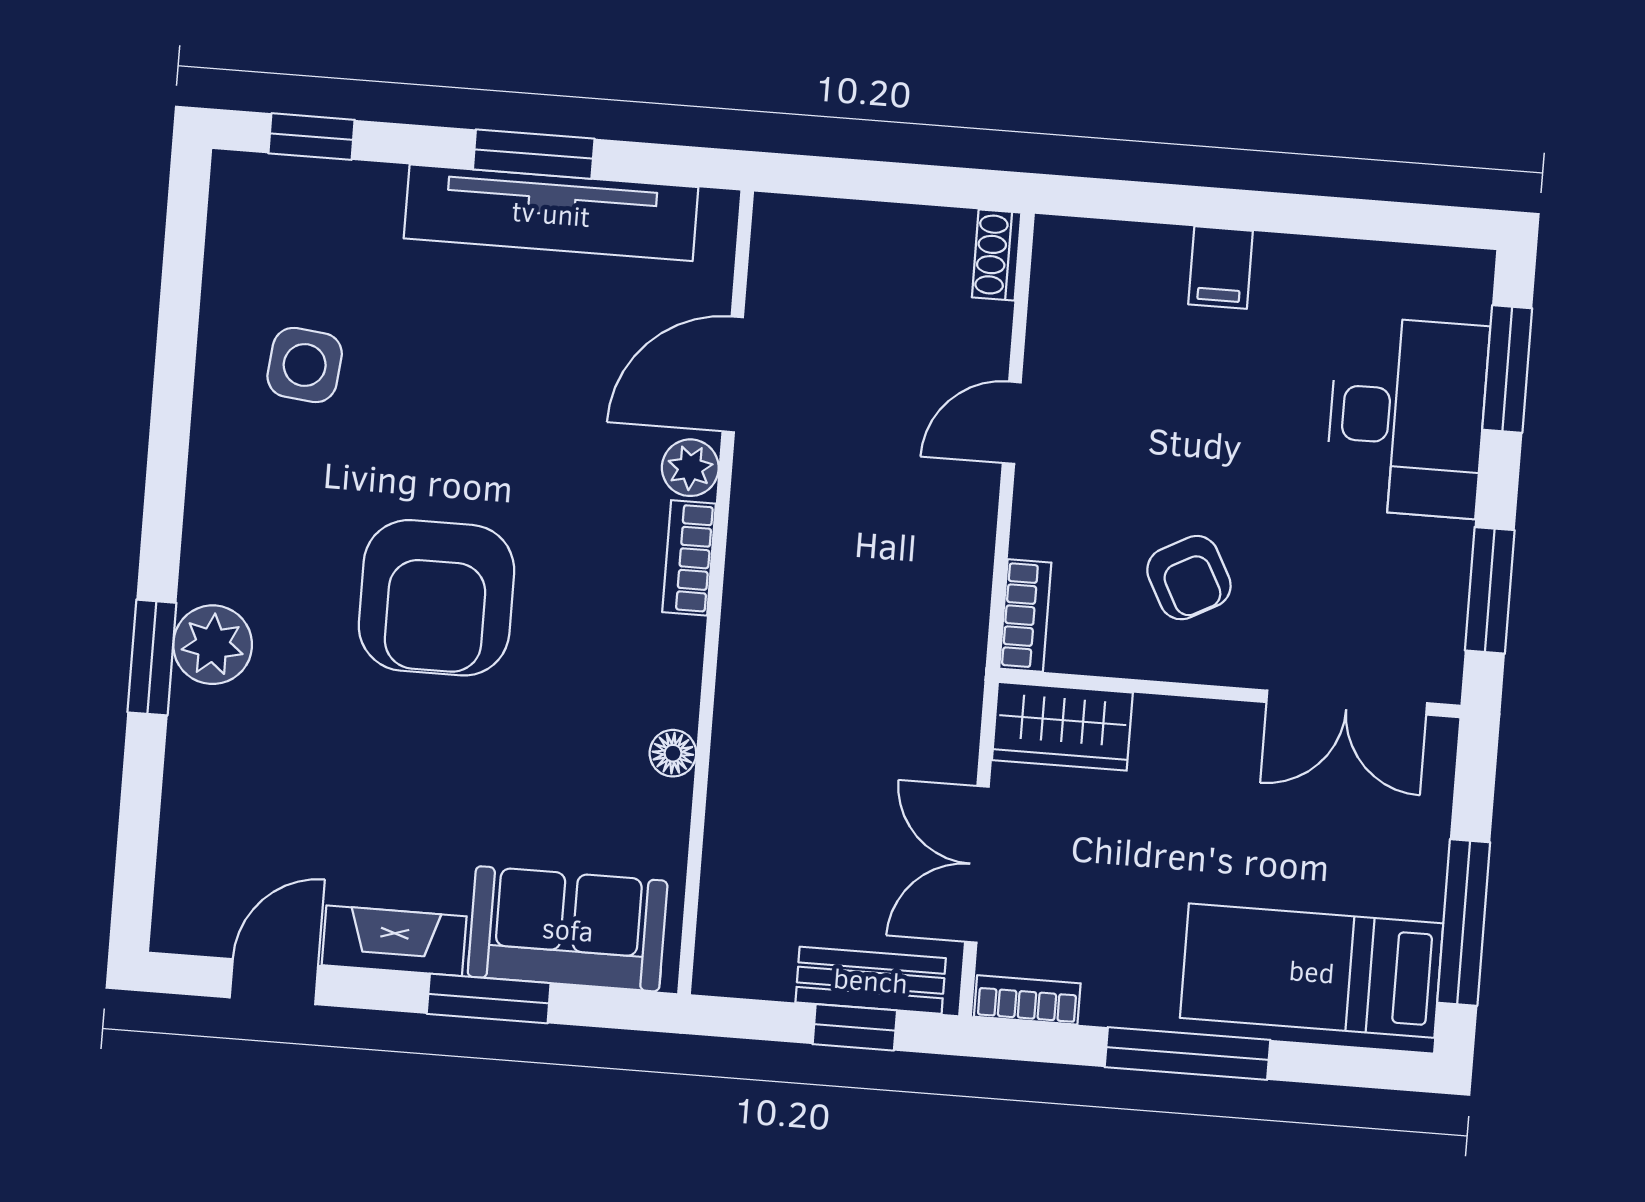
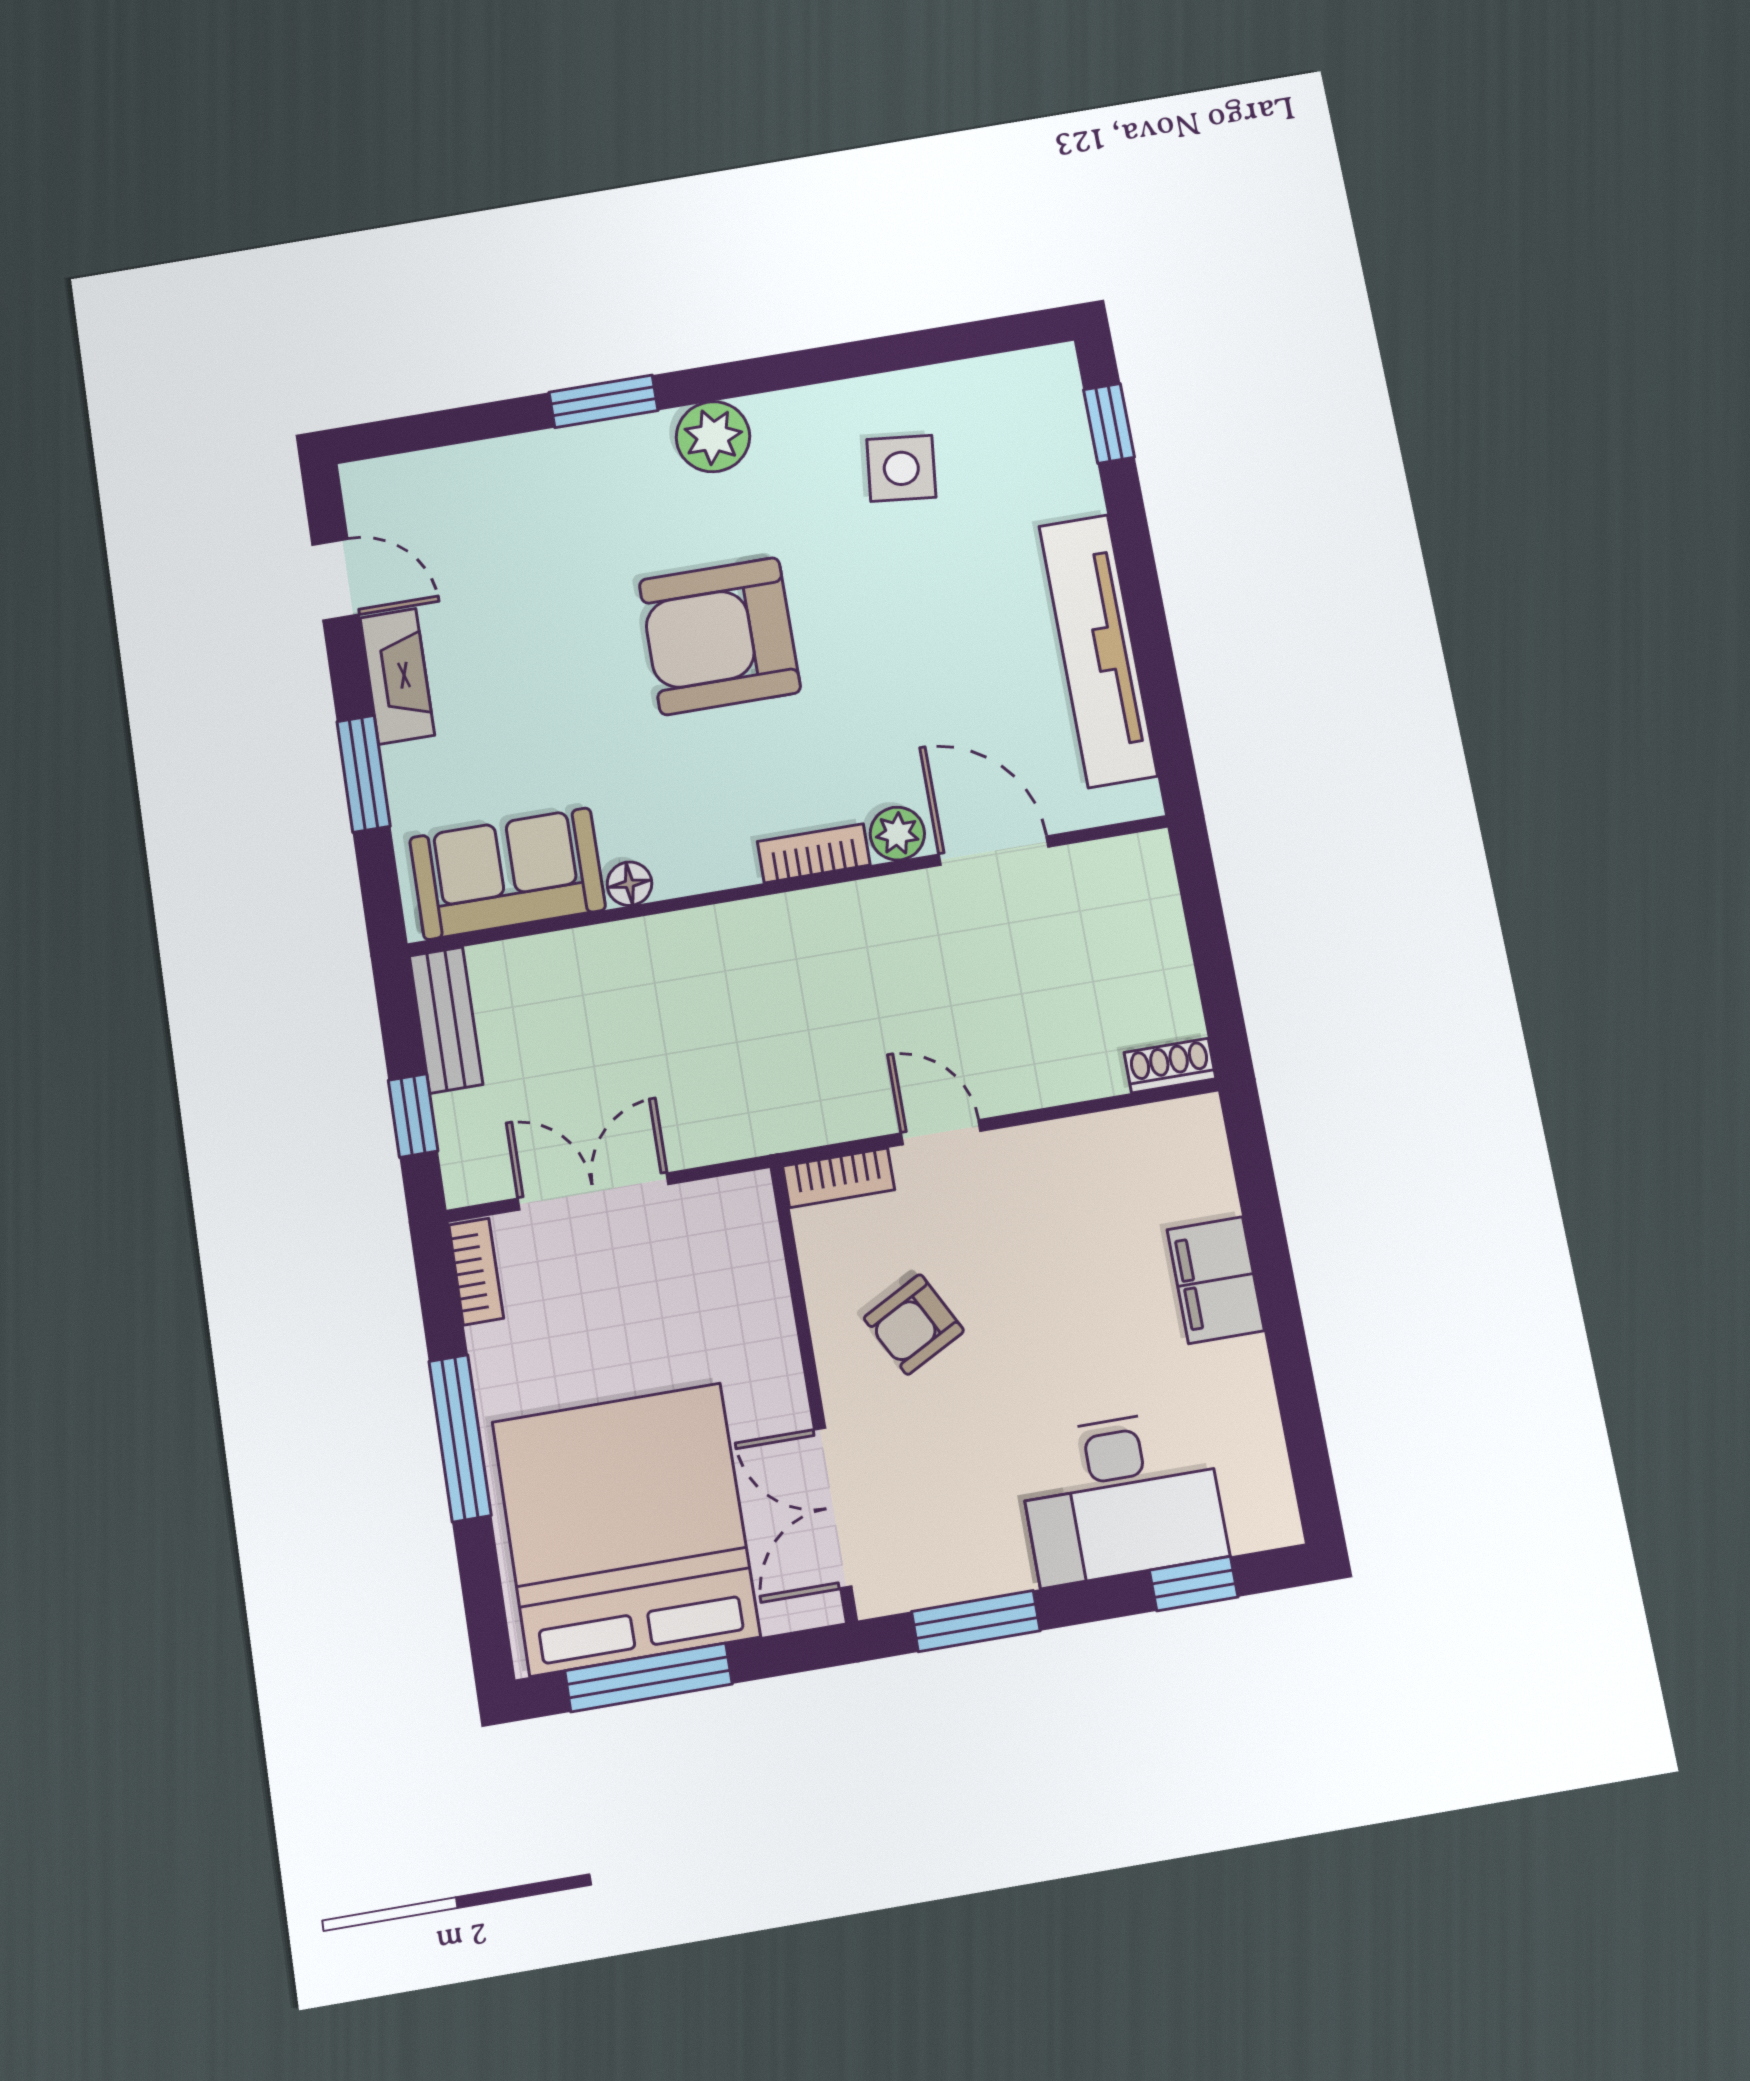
window: (534, 154) -> (1147, 622), removed
filing cabinet: (1221, 268) -> (1216, 1280), width x2.00
window: (1507, 369) -> (1194, 1584), width x0.67
door: (1012, 423) -> (941, 1132), moved
plant: (213, 645) -> (713, 437), moved
wardrobe: (1062, 726) -> (743, 1239), removed
sofa: (568, 929) -> (507, 874), moved, turned -90
bed: (1312, 971) -> (626, 1529), width x2.04
bench: (871, 980) -> (446, 1020), moved

